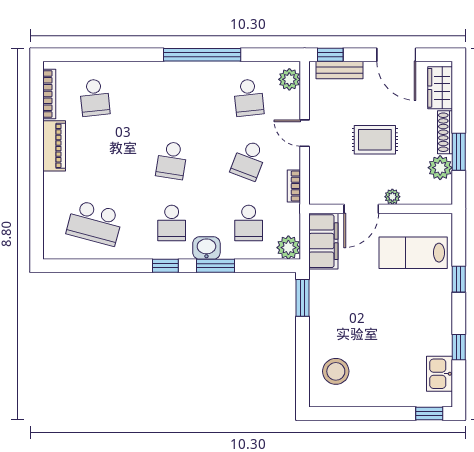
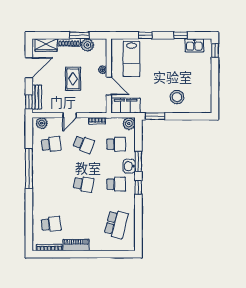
stool: (336, 371) -> (177, 97), moved

